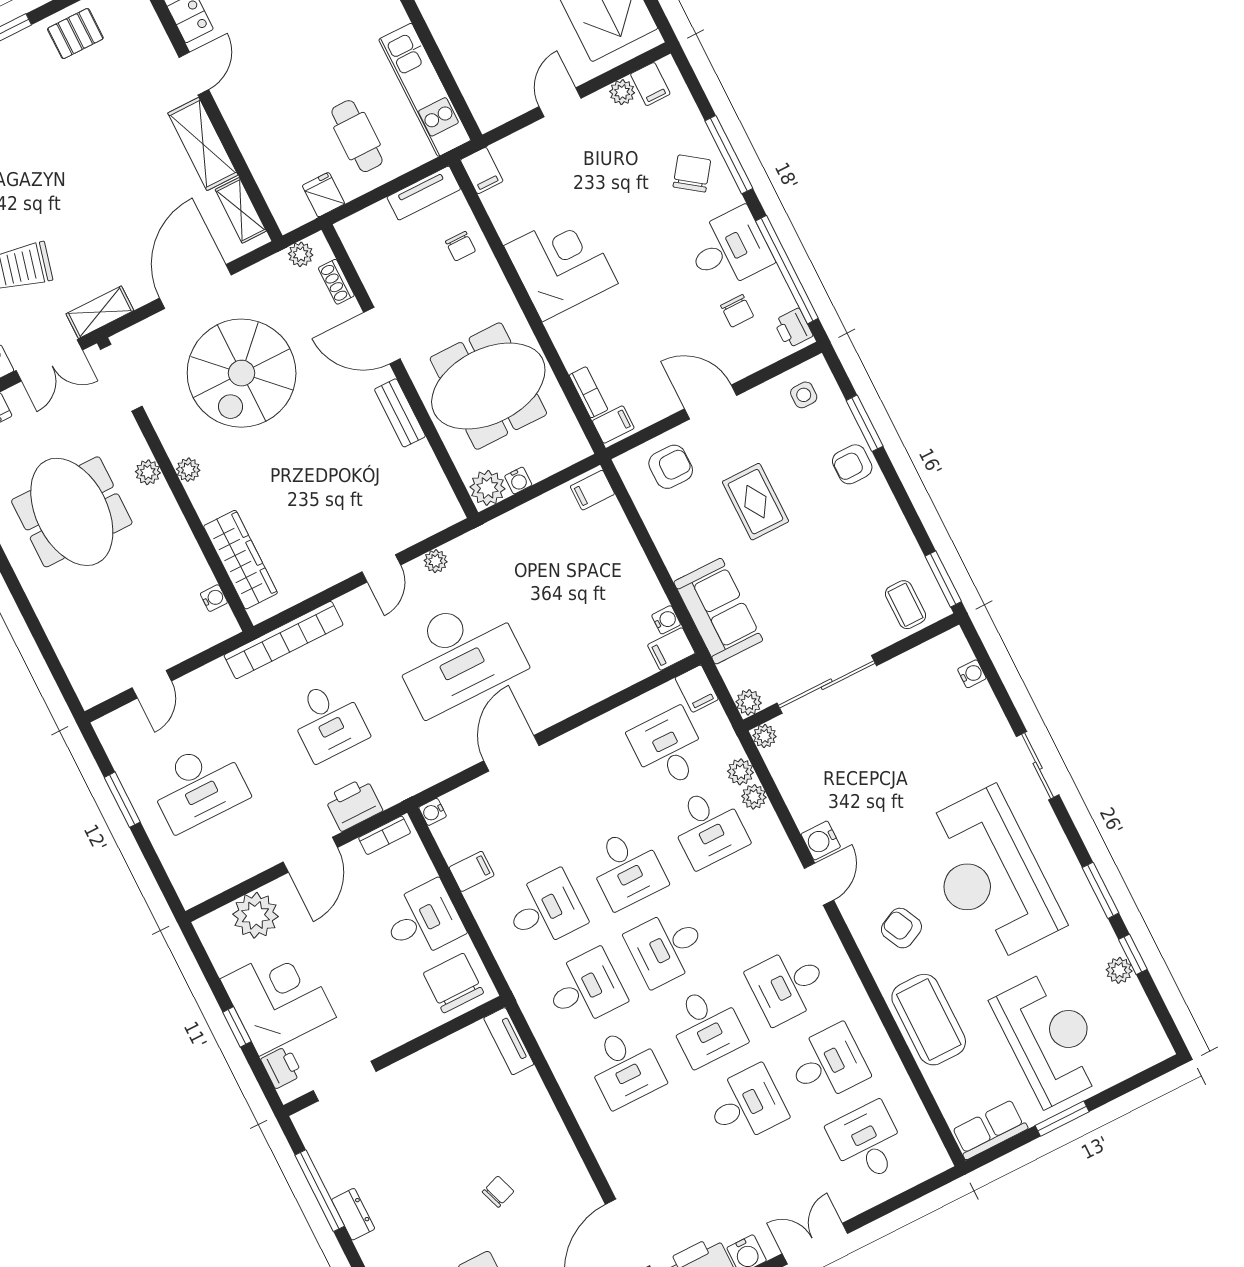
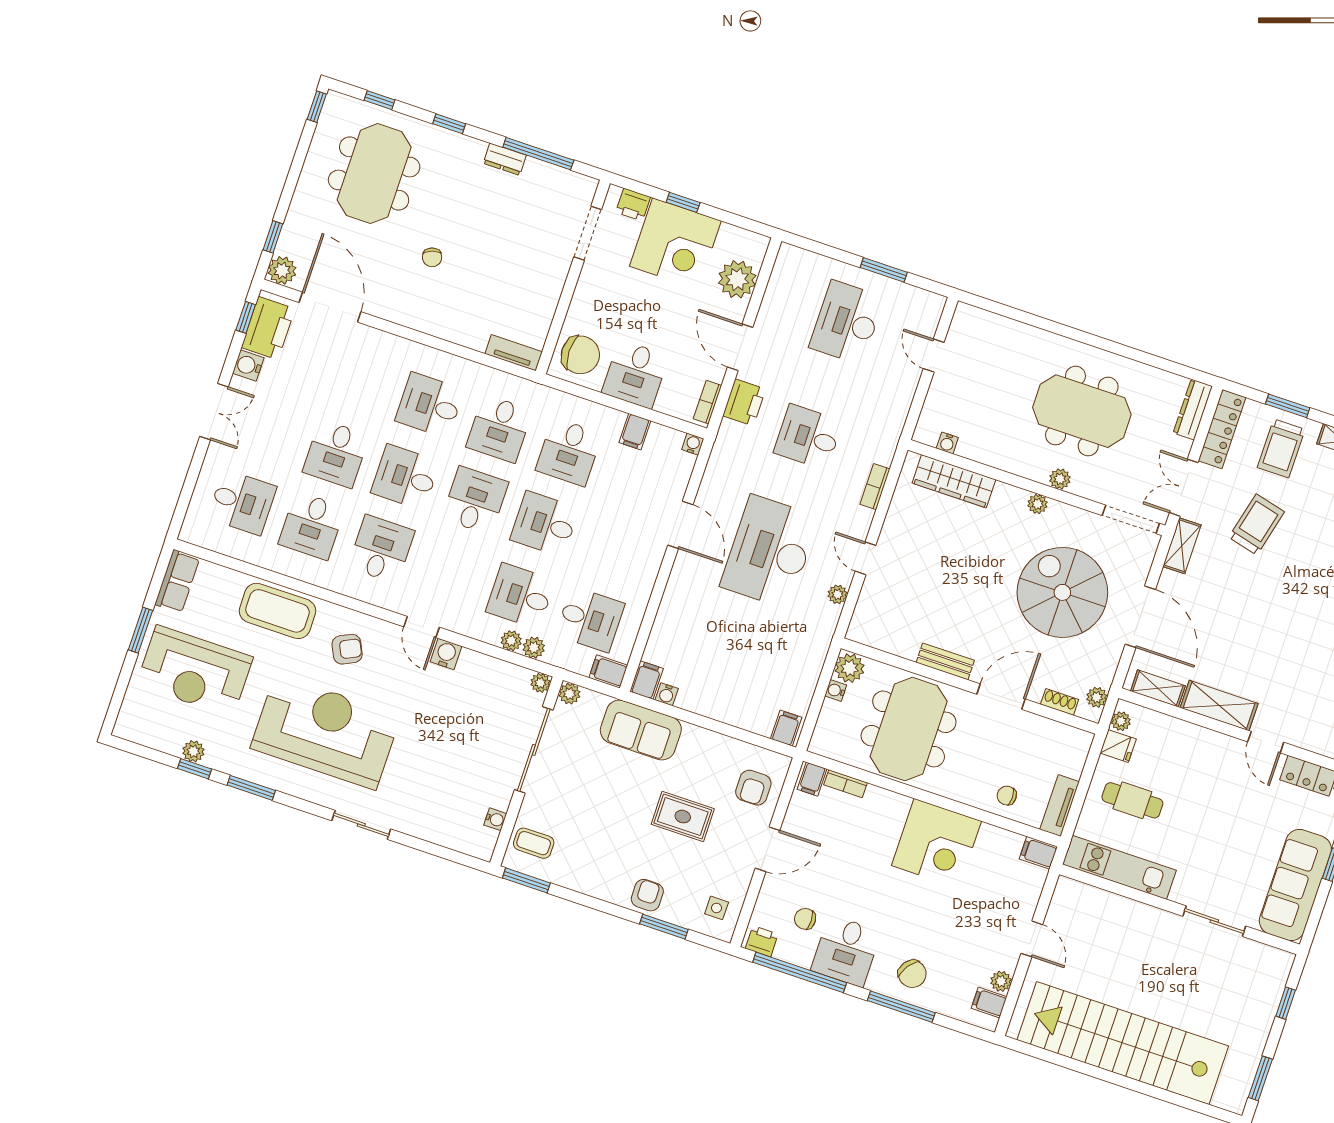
plant: (300, 214) -> (1121, 721), added
bookcase: (284, 640) -> (875, 487), width x0.43, depth x0.76
water cooler: (972, 674) -> (495, 819), moved, turned -90

